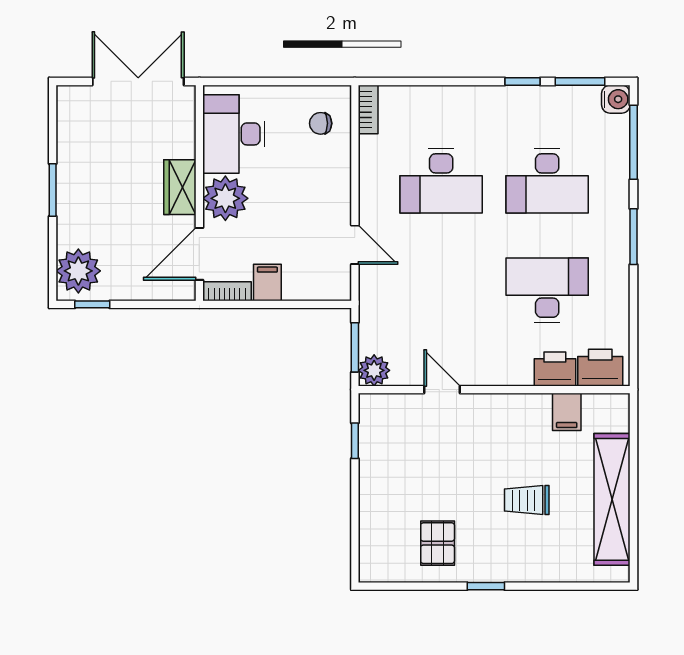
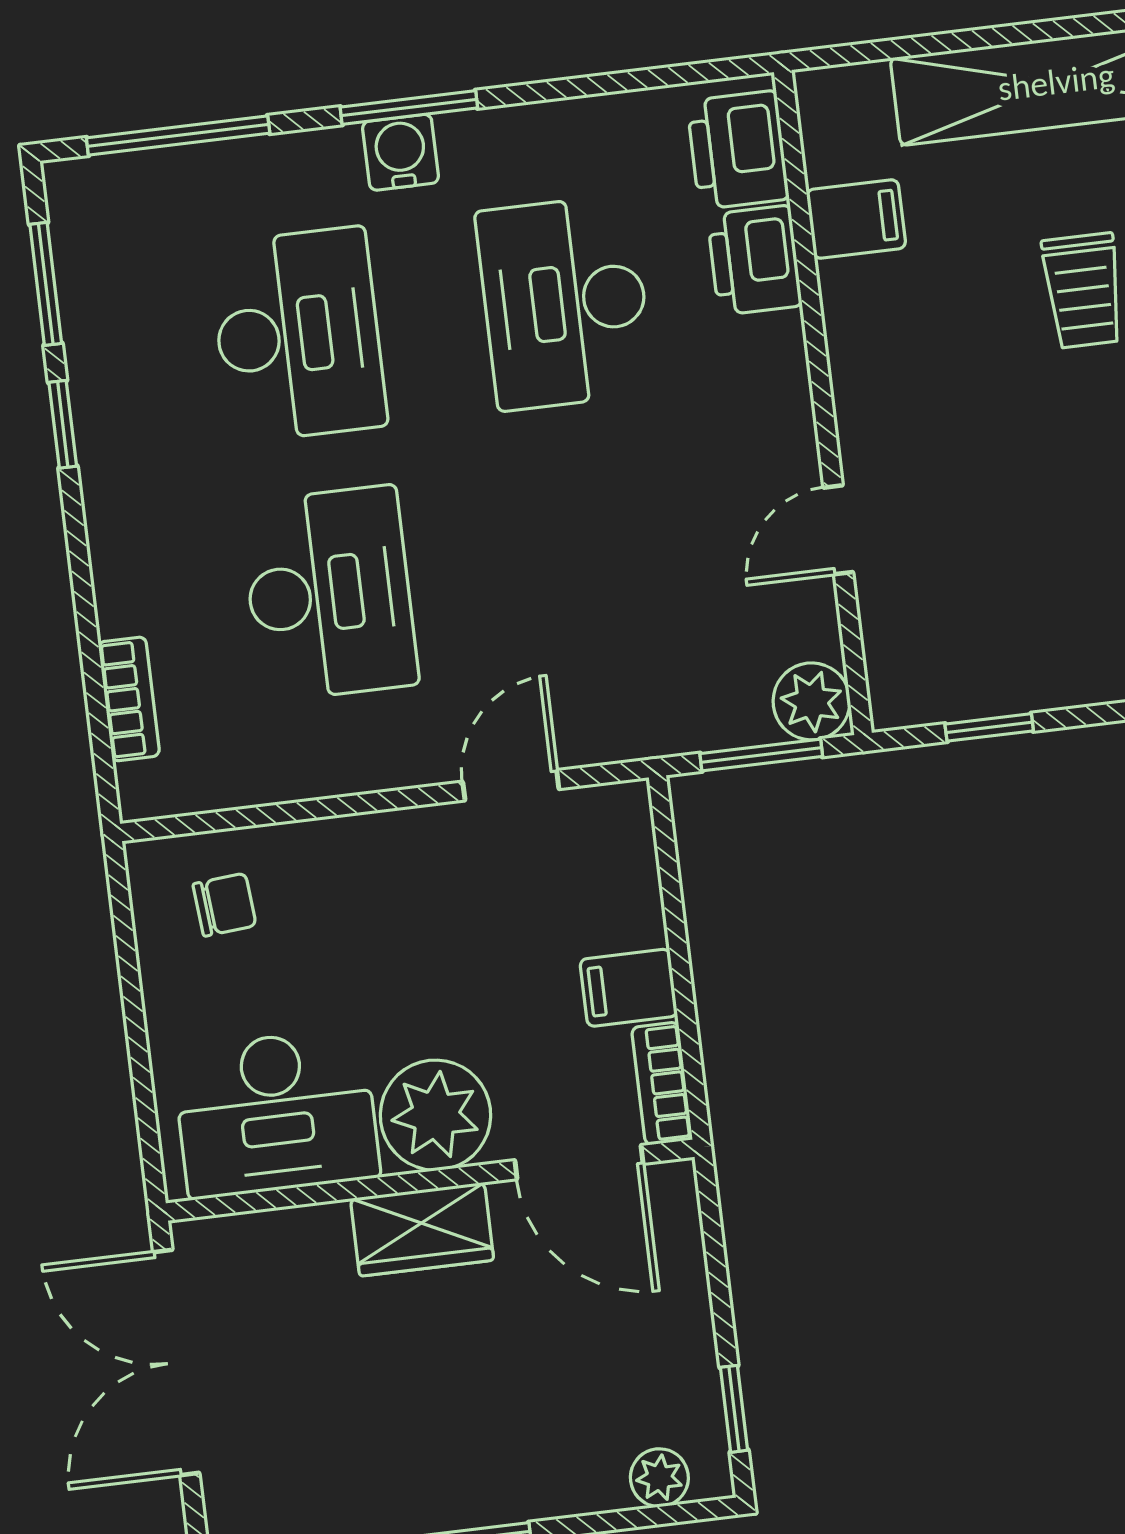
water cooler: (616, 99) -> (401, 152), moved
bookcase: (368, 109) -> (129, 699), moved, turned 90
chair: (321, 123) -> (224, 905), turned -95
plant: (78, 271) -> (659, 1478), width x0.53, depth x0.53

